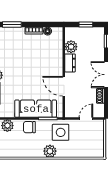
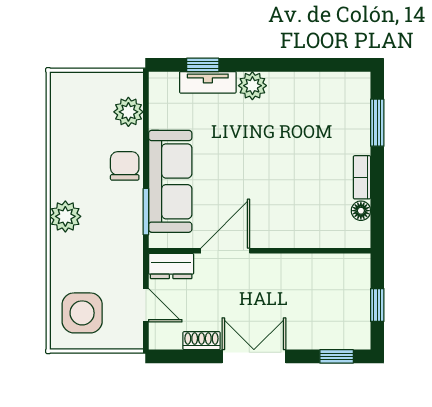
plant: (71, 47) -> (323, 269), removed
dresser: (70, 63) -> (171, 266), moved
side table: (61, 132) -> (82, 313), moved

